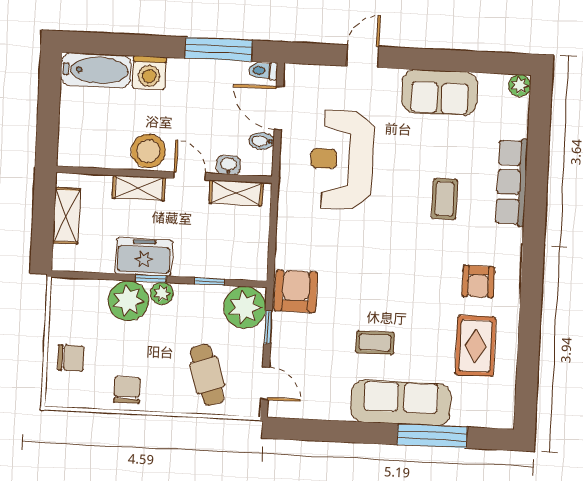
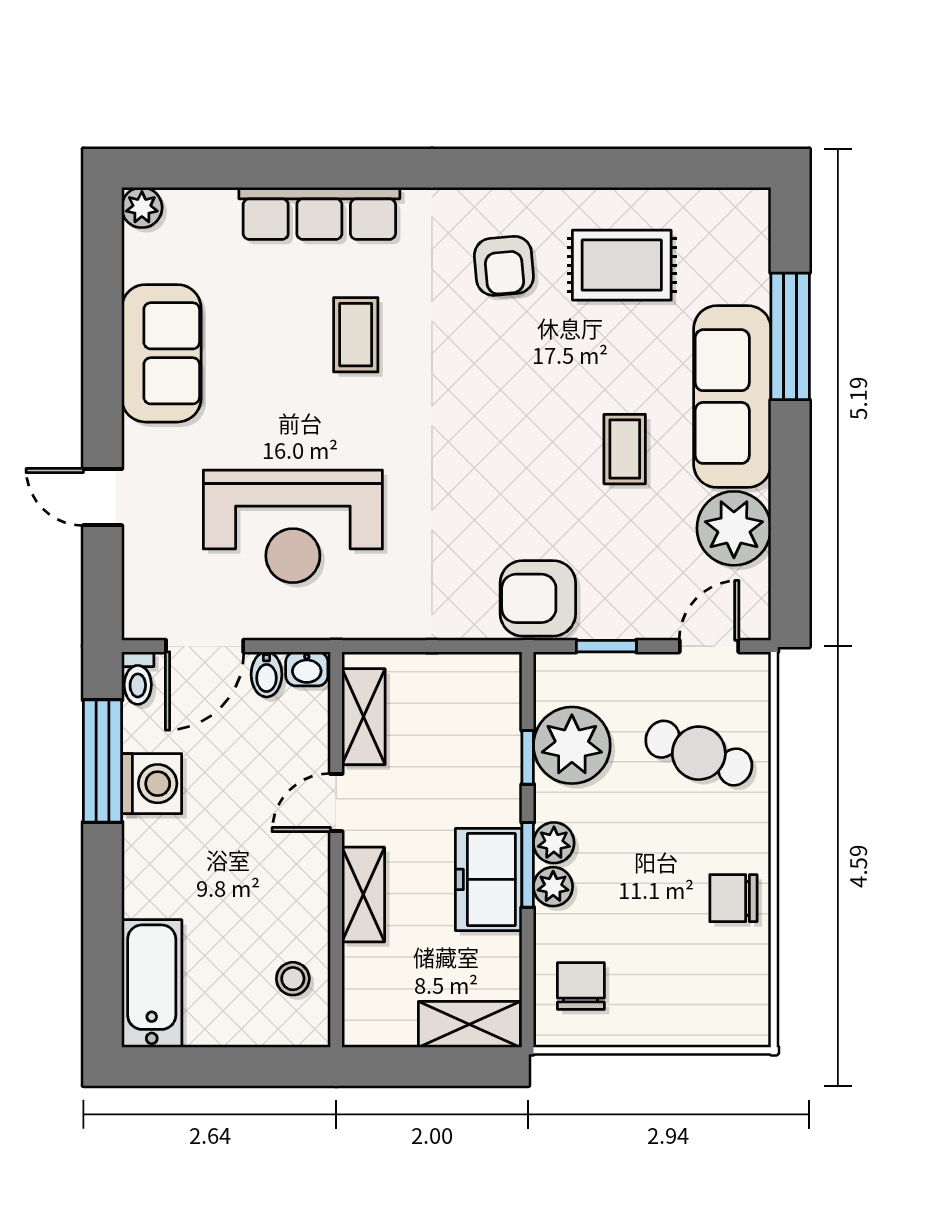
washing machine: (149, 73) -> (152, 784), moved
stool: (148, 151) -> (293, 979), moved, width x0.53, depth x0.53
washbasin: (229, 165) -> (307, 669), moved, turned -90
coffee table: (445, 199) -> (356, 335), turned 90
shelving: (66, 216) -> (469, 1024), moved
window: (151, 279) -> (528, 865), width x1.50
armchair: (478, 282) -> (504, 266), turned 85
plant: (128, 301) -> (553, 887), width x0.53, depth x0.53
plant: (245, 307) -> (572, 745), moved
chair: (71, 358) -> (581, 986), moved
cafe table: (207, 375) -> (699, 753), turned 39
plant: (329, 400) -> (734, 528), added

